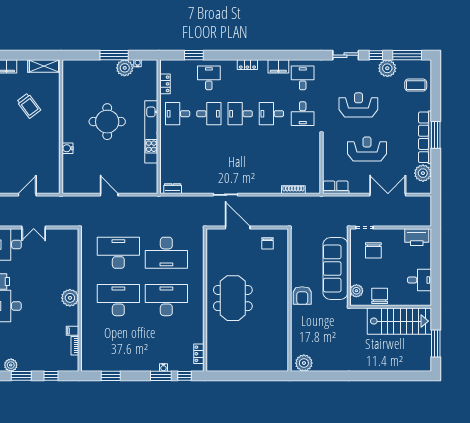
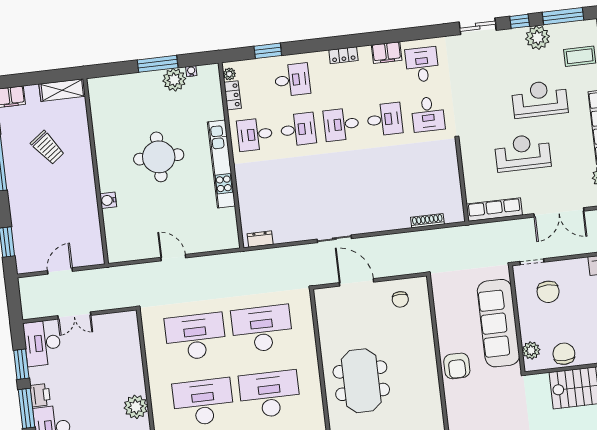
plant: (164, 68) -> (229, 74), added
desk: (209, 78) -> (292, 80), turned 90
reception desk: (358, 105) -> (540, 99), moved
desk: (271, 114) -> (385, 119), turned 180
row of seats: (336, 187) -> (494, 210), width x1.48
double door: (388, 195) -> (559, 212), swing flipped
desk: (166, 253) -> (262, 329), turned 180

